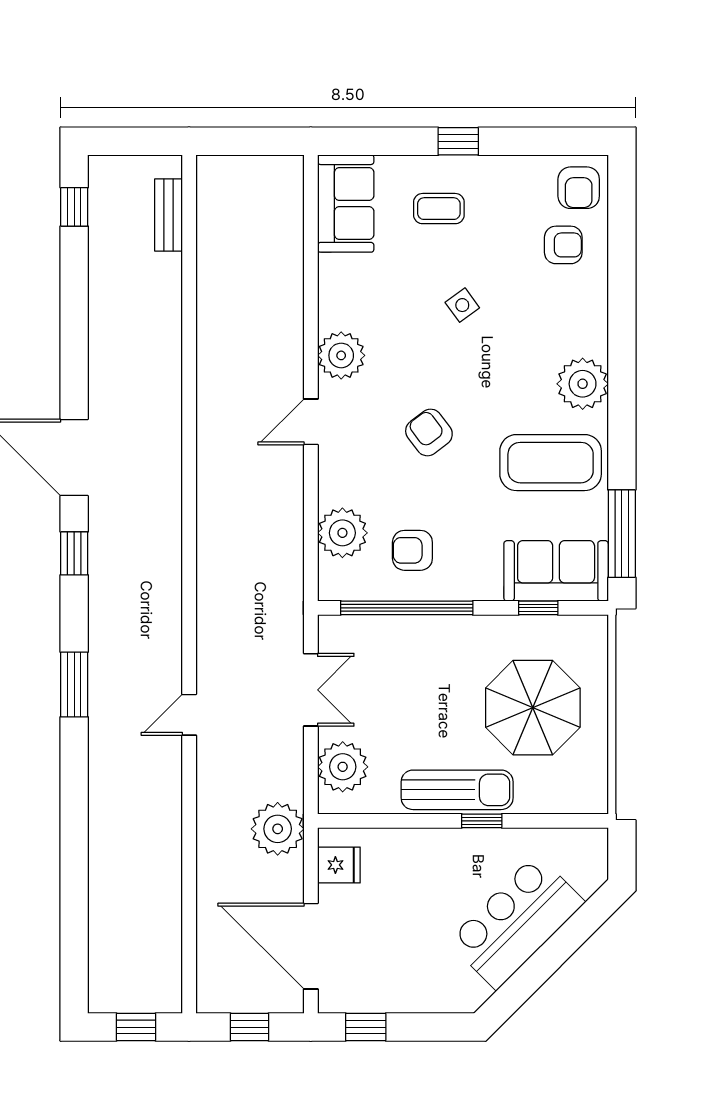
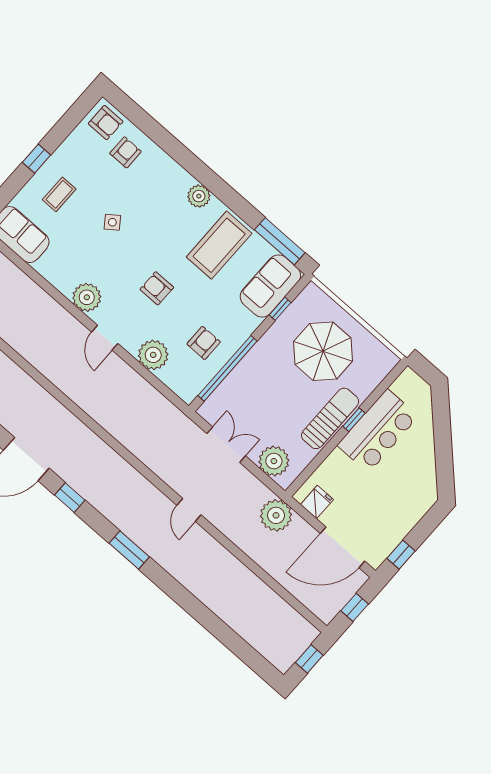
plant: (583, 384) -> (199, 196), width x0.73, depth x0.73
armchair: (429, 432) -> (157, 288), turned 37
plant: (342, 533) -> (153, 355), moved
armchair: (412, 550) -> (204, 343), turned 180
bar counter: (516, 922) -> (378, 431), moved, turned -135

